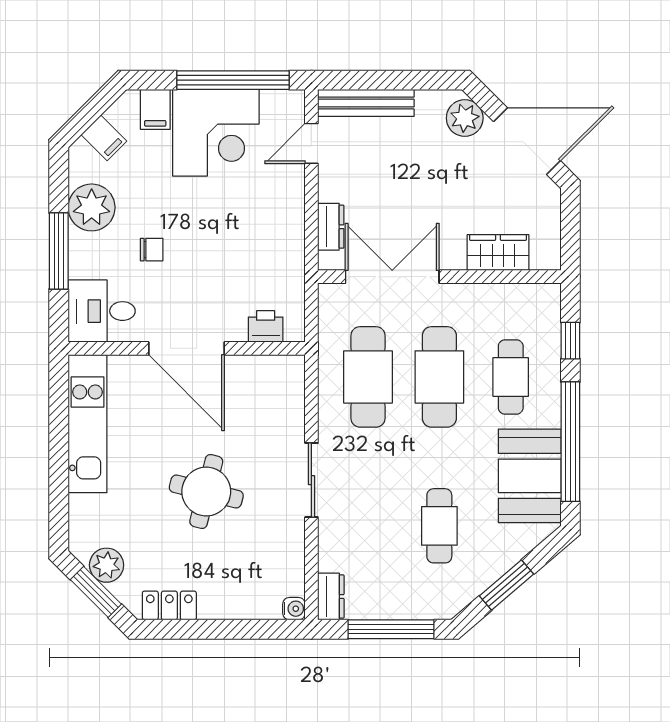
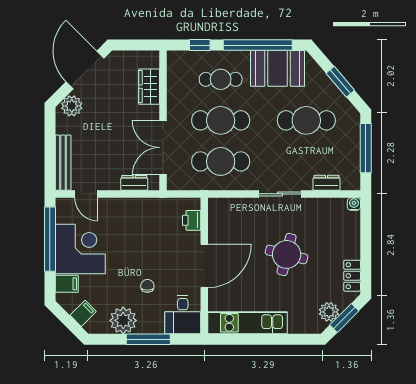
cafe table: (439, 526) -> (306, 120), width x1.37, depth x1.35
dresser: (331, 596) -> (327, 183), moved

